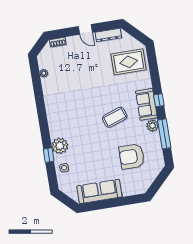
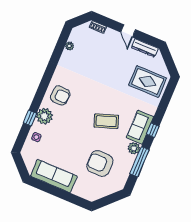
armchair: (62, 120) -> (60, 95), added

